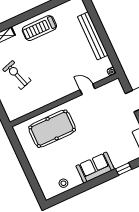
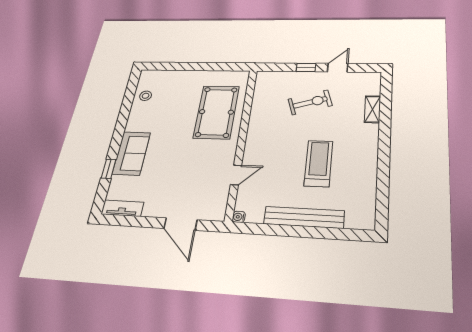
treadmill: (39, 28) -> (319, 163), moved
sofa: (95, 168) -> (131, 153), moved

